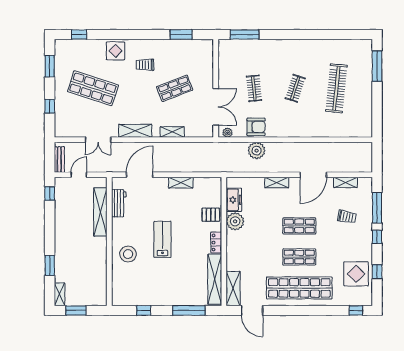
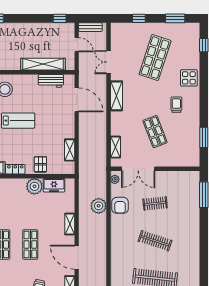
clothes rail: (295, 88) -> (155, 241), width x1.36
shelving: (172, 132) -> (115, 147), moved
shelving: (181, 183) -> (70, 150), moved

